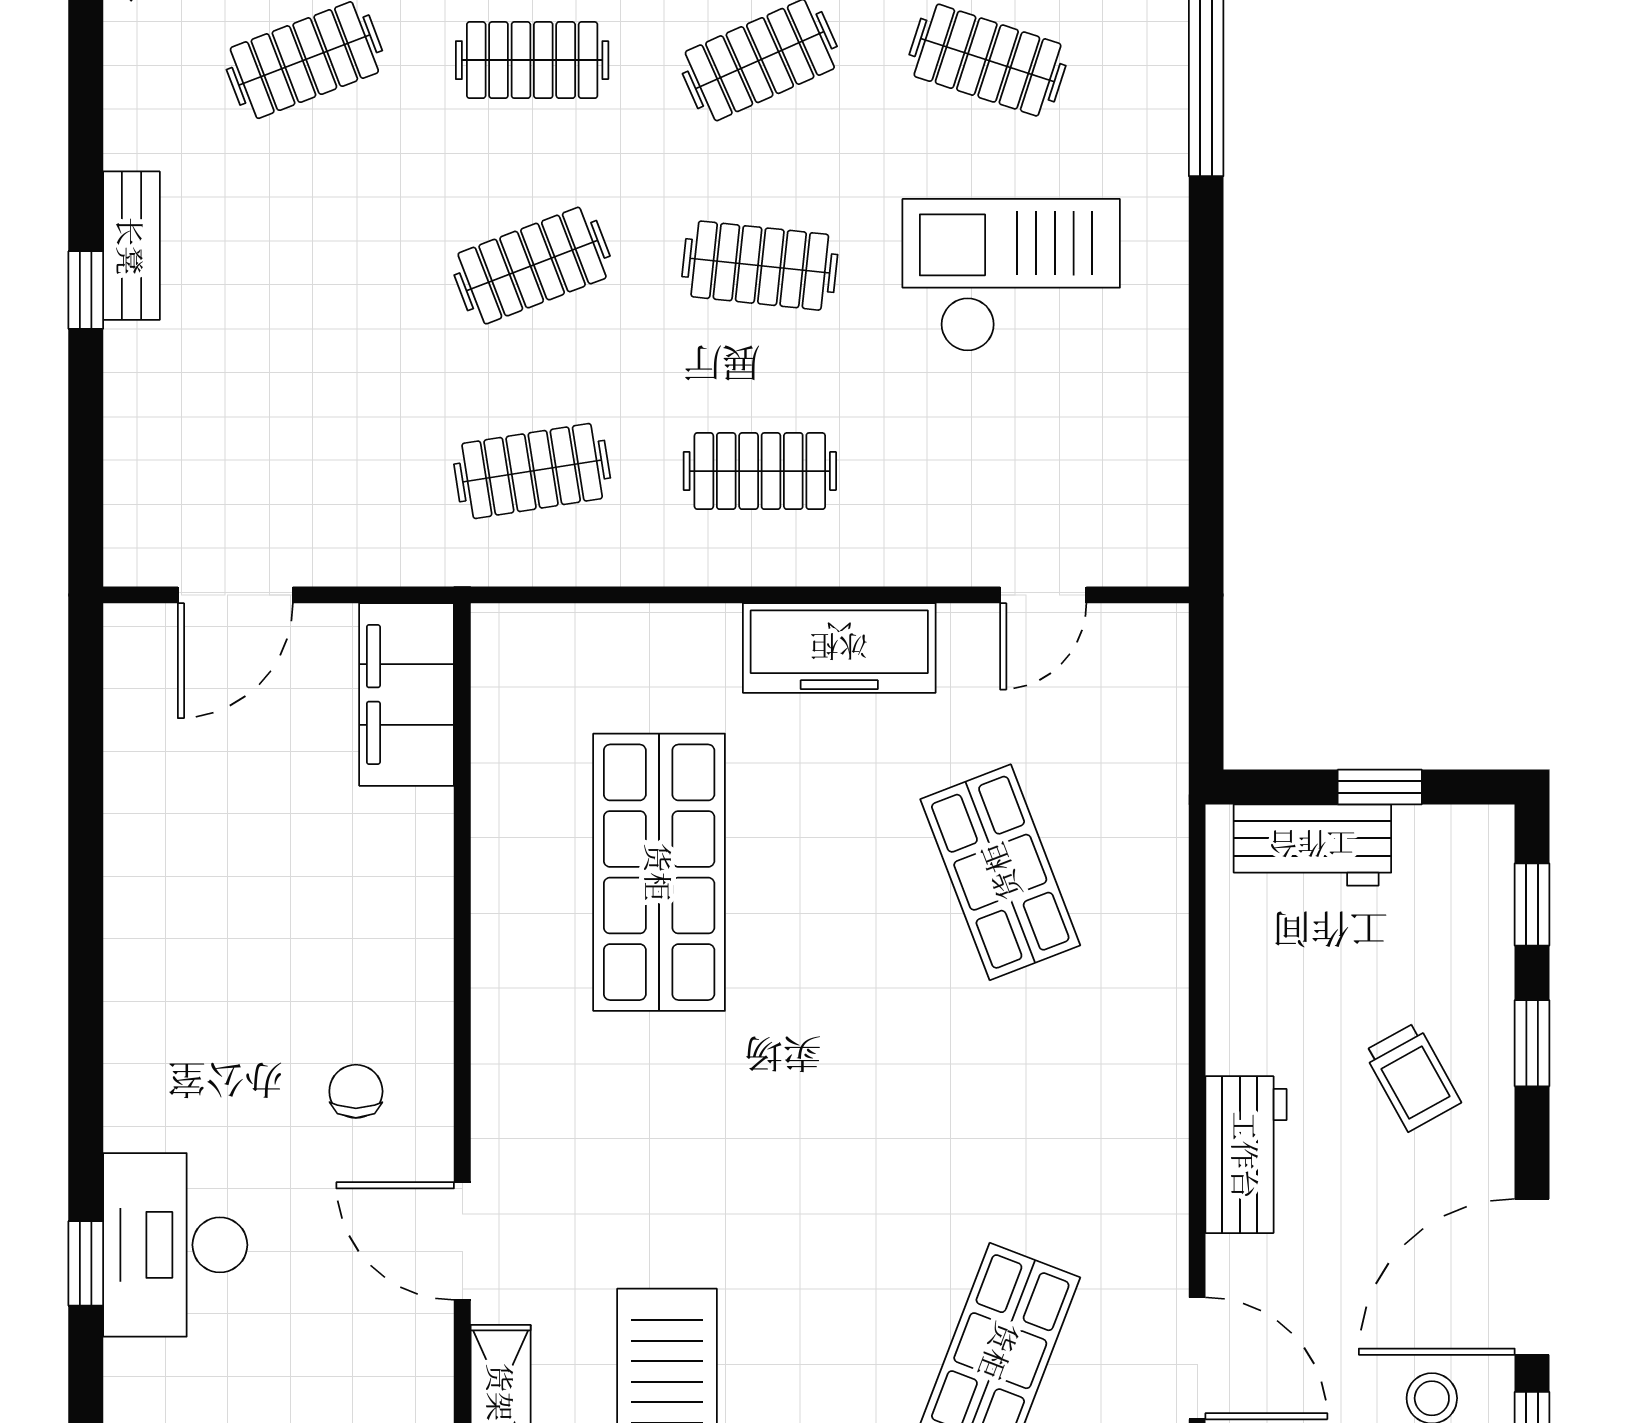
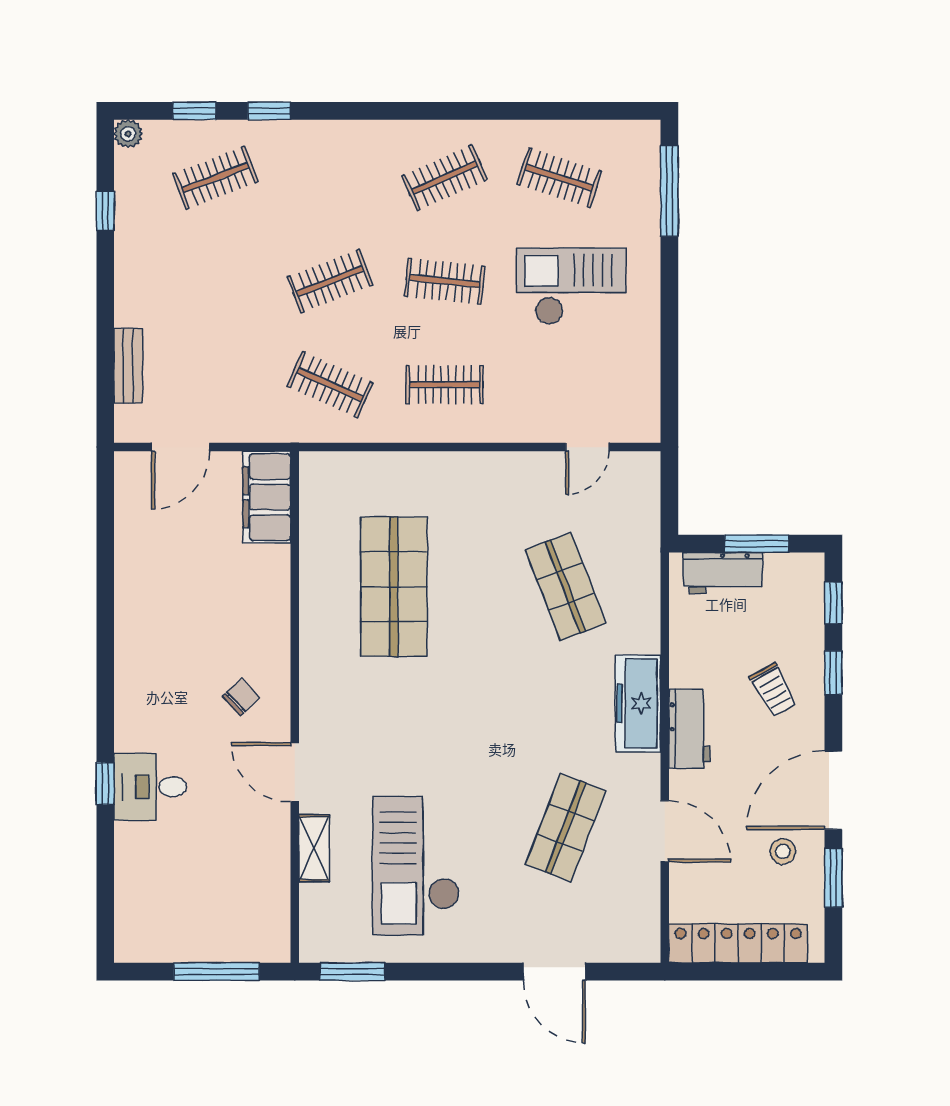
clothes rail: (532, 60) -> (330, 178), removed
bench: (131, 246) -> (128, 366), moved
window: (86, 290) -> (105, 211), moved
clothes rail: (532, 471) -> (330, 385), turned 33
freezer: (839, 648) -> (638, 703), moved, turned 90
window: (1380, 787) -> (757, 544), width x1.50
chair: (356, 1091) -> (241, 697), turned 47
desk: (175, 1245) -> (150, 787), width x0.73

